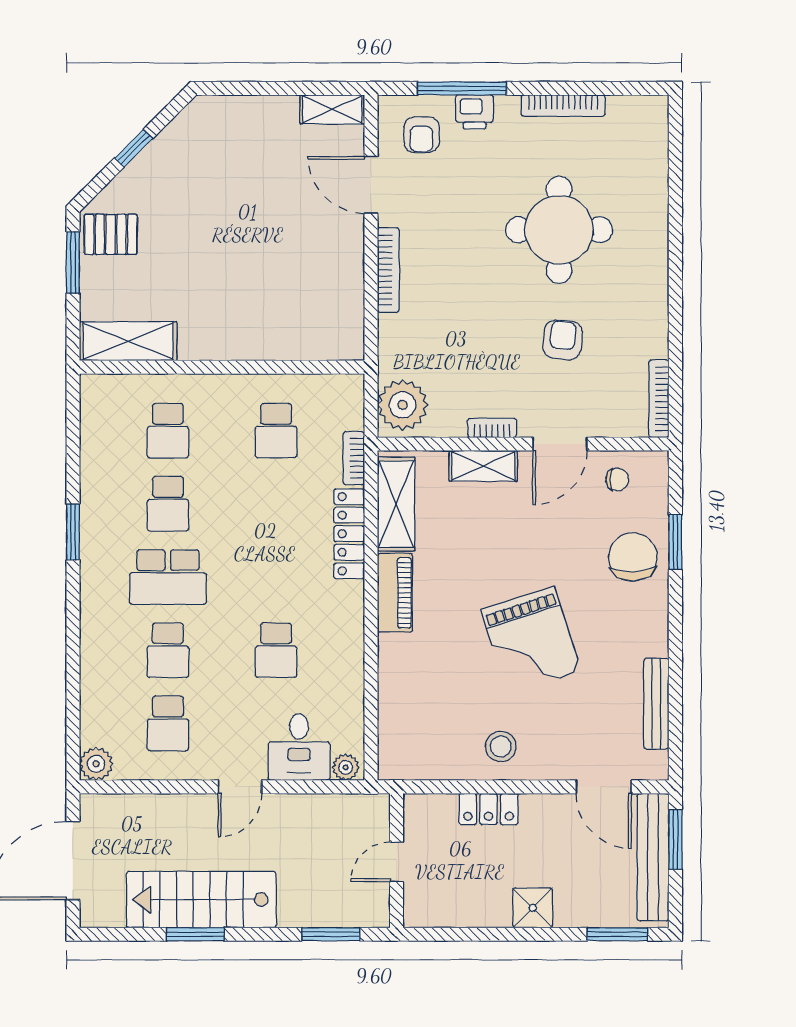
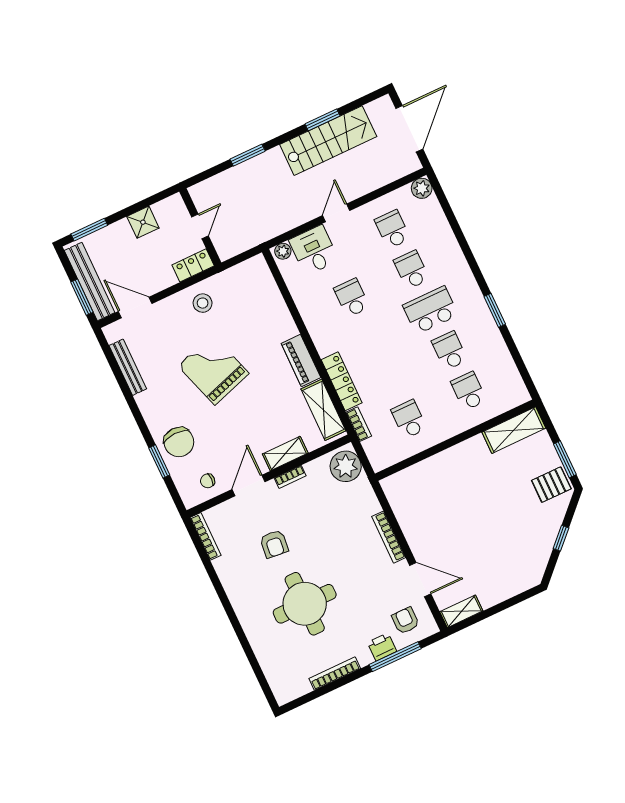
wall: (397, 861) -> (200, 227), moved
door: (397, 862) -> (200, 226), moved

